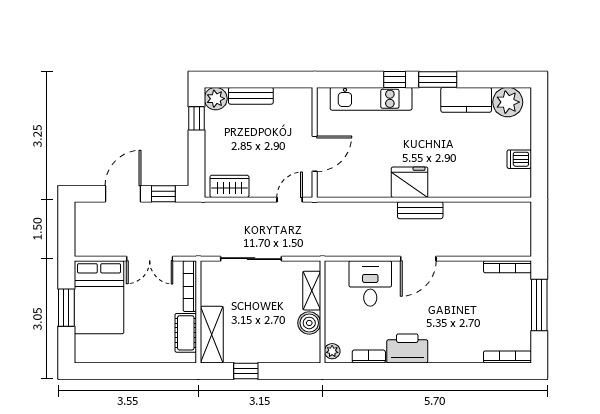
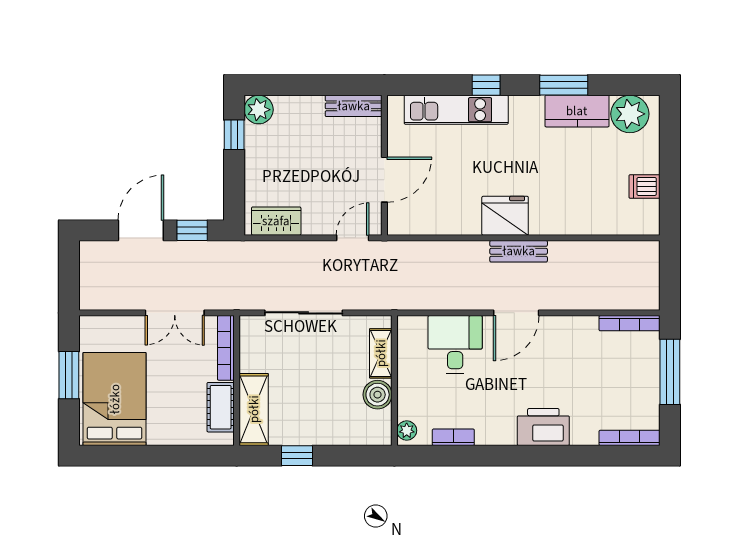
window: (438, 79) -> (564, 85), moved
bench: (251, 96) -> (354, 106), moved
bed: (99, 297) -> (115, 399), moved, turned 180
printer: (407, 348) -> (543, 427), moved

